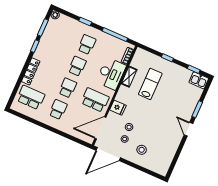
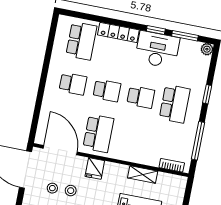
school desk: (87, 45) -> (175, 104), width x1.85
desk: (111, 74) -> (157, 50), moved, turned 180

